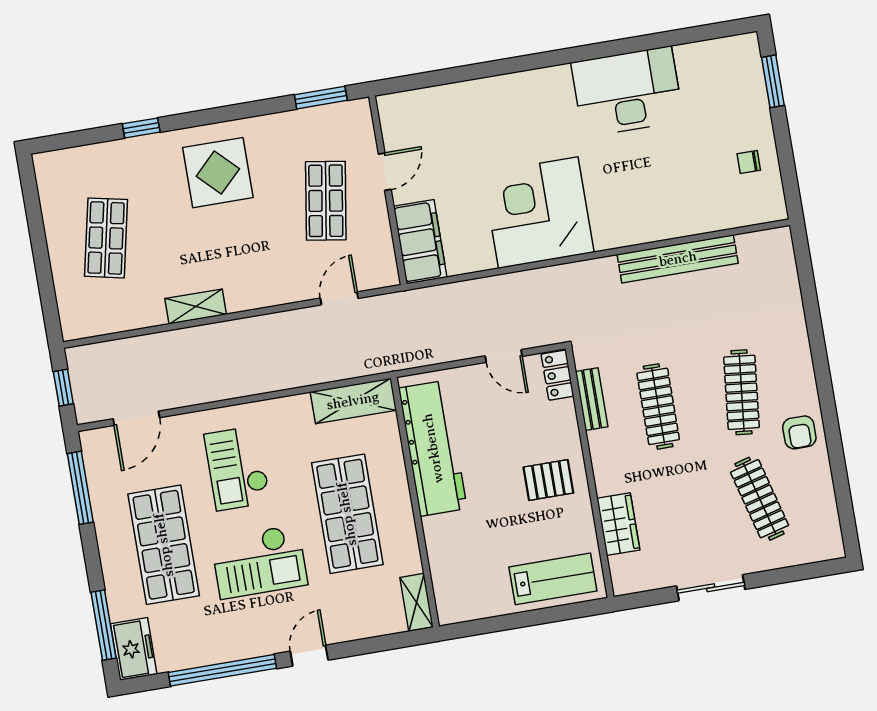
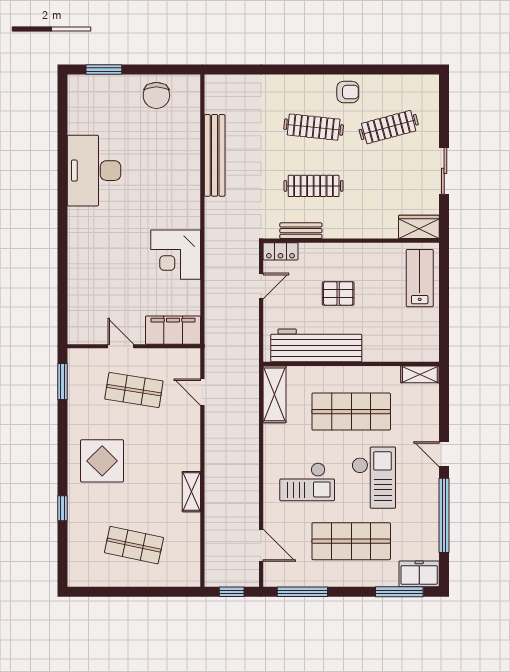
chair: (749, 162) -> (156, 95), width x1.87, depth x1.87
corner desk: (538, 213) -> (176, 255), width x0.74, depth x0.74
pallet: (548, 480) -> (338, 293), moved, turned 90
wardrobe: (618, 524) -> (419, 227), moved

